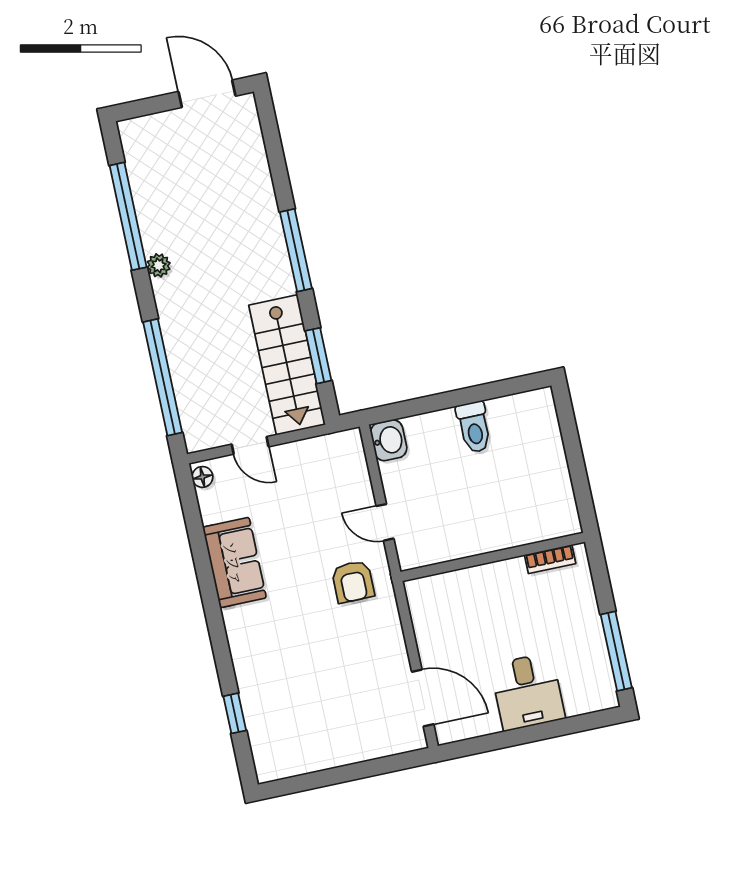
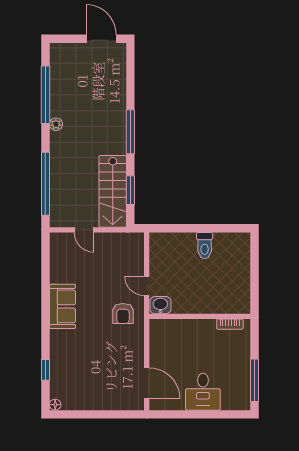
washbasin: (389, 440) -> (160, 305), moved, turned -90
floor lamp: (202, 477) -> (55, 405), moved
sofa: (234, 563) -> (62, 306), moved

